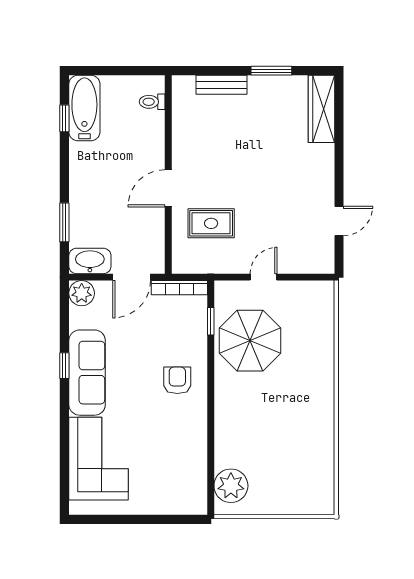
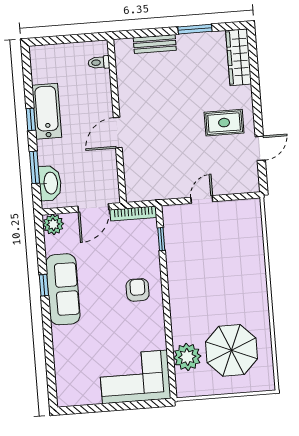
bathtub: (84, 108) -> (47, 111), moved
window: (64, 118) -> (31, 119), moved
rug: (211, 223) -> (224, 123), moved
washbasin: (90, 261) -> (50, 183), moved, turned 90
parasol: (250, 341) -> (232, 350), moved
corner sofa: (99, 459) -> (135, 377), moved, turned -90
plant: (231, 486) -> (187, 357), moved

